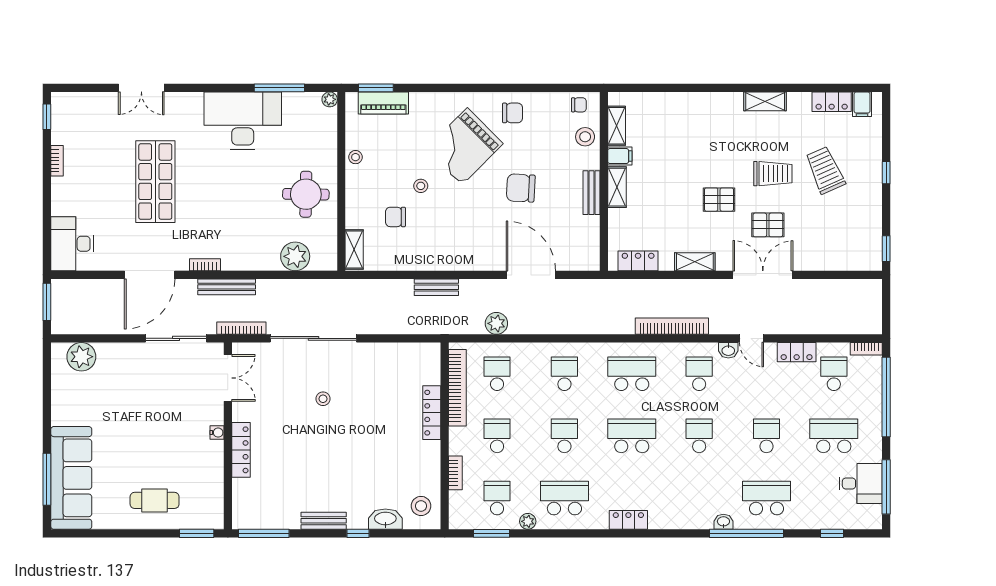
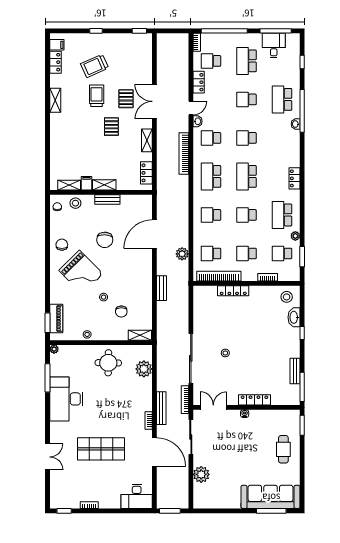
plant: (81, 357) -> (201, 474), moved
bench: (324, 521) -> (295, 371), moved

